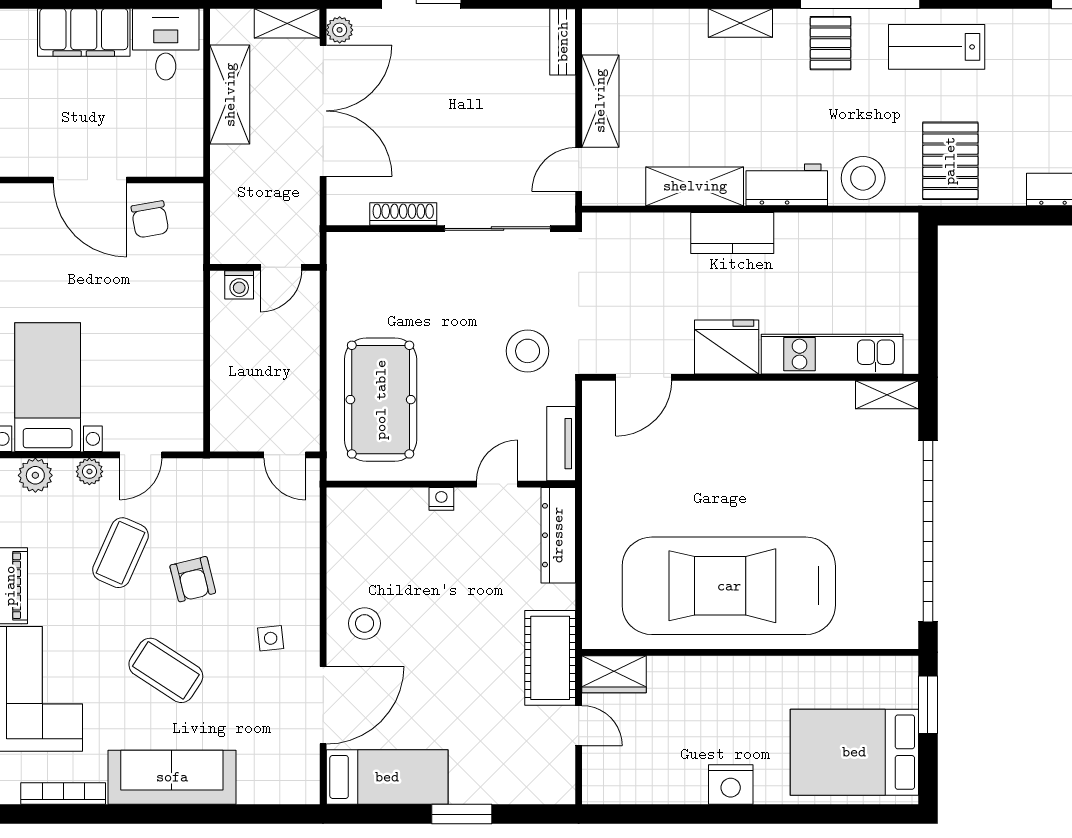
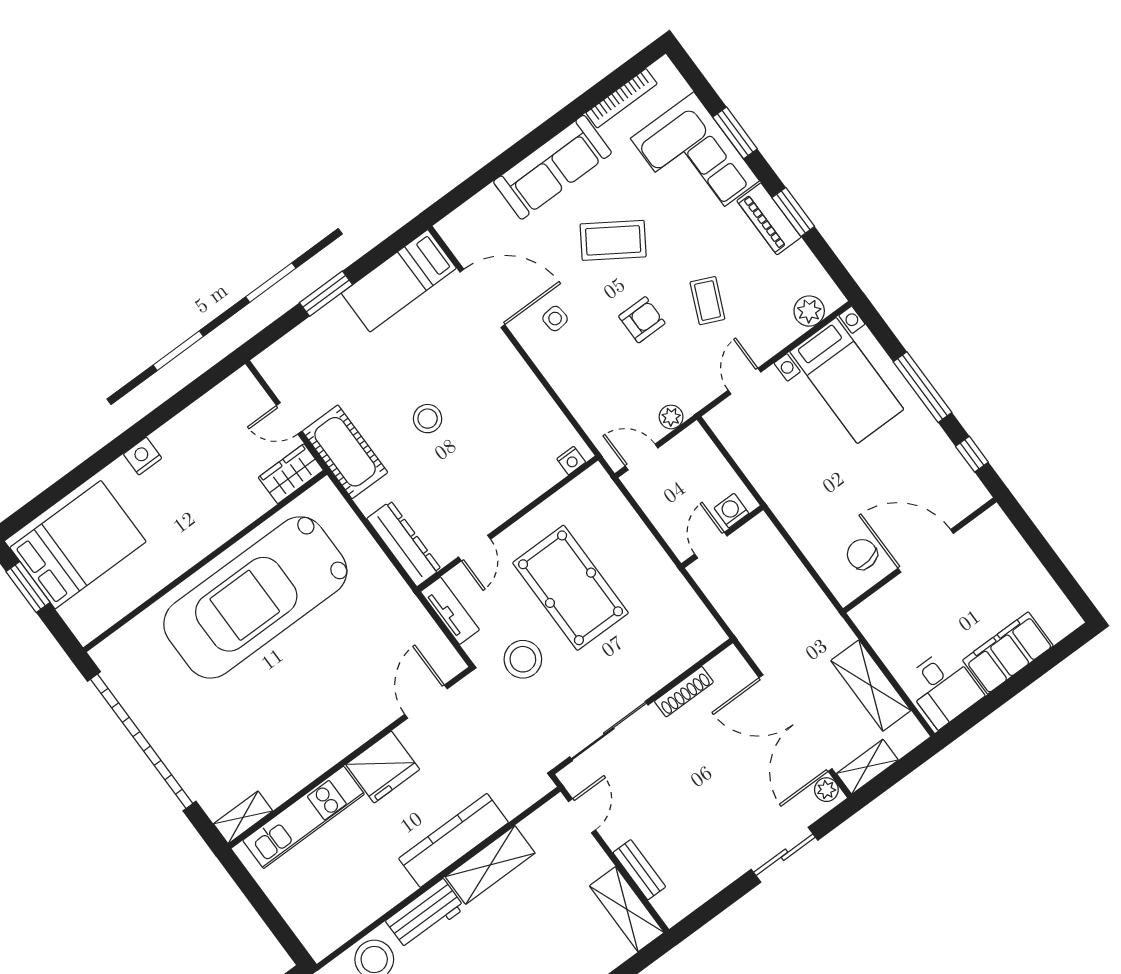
bench: (563, 42) -> (639, 870), moved
shelving: (600, 101) -> (627, 909), moved
kitchen counter: (732, 233) -> (454, 840), width x1.50
wall: (265, 267) -> (722, 537), moved
door: (281, 267) -> (711, 545), moved
washing machine: (239, 285) -> (731, 511), moved
pool table: (381, 400) -> (571, 588), moved
plant: (89, 472) -> (671, 417), moved
nightstand: (441, 499) -> (571, 461), moved
coffee table: (121, 553) -> (707, 301), width x0.73, depth x0.77
armchair: (193, 579) -> (642, 320), turned 104
car: (729, 586) -> (255, 597), turned 180
stool: (365, 623) -> (428, 419), moved
door: (323, 705) -> (482, 298), swing flipped
window: (928, 705) -> (28, 587), moved
nightstand: (731, 784) -> (143, 456), width x0.74, depth x0.75

